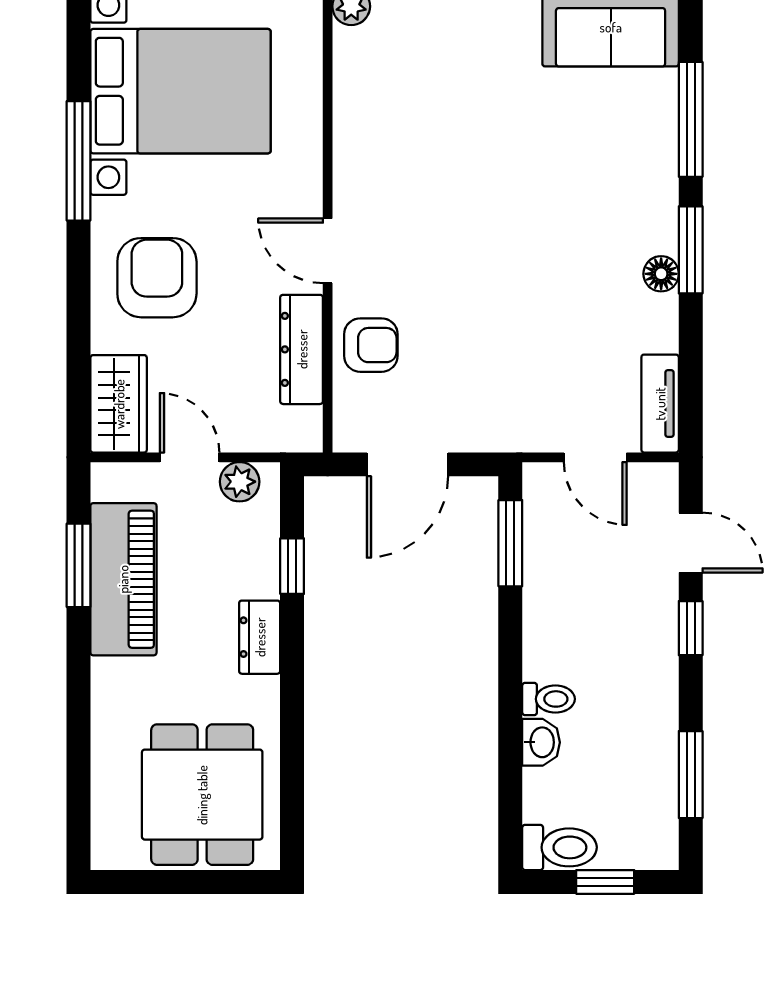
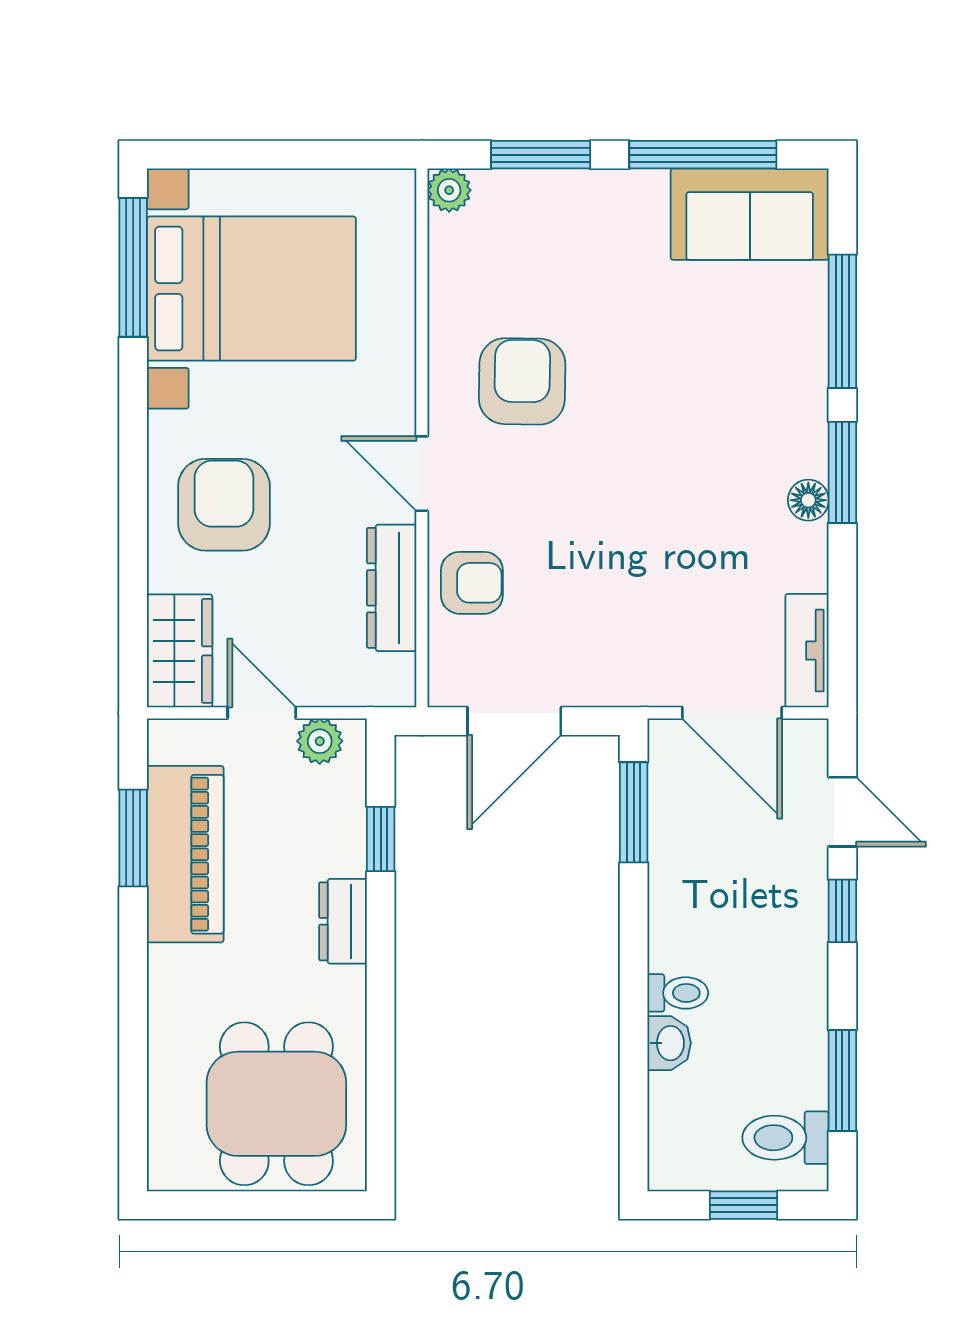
window: (79, 161) -> (133, 267), moved
armchair: (414, 171) -> (522, 381), added
door: (595, 457) -> (732, 713), width x1.38
toilet: (559, 847) -> (786, 1138), moved, turned 180

